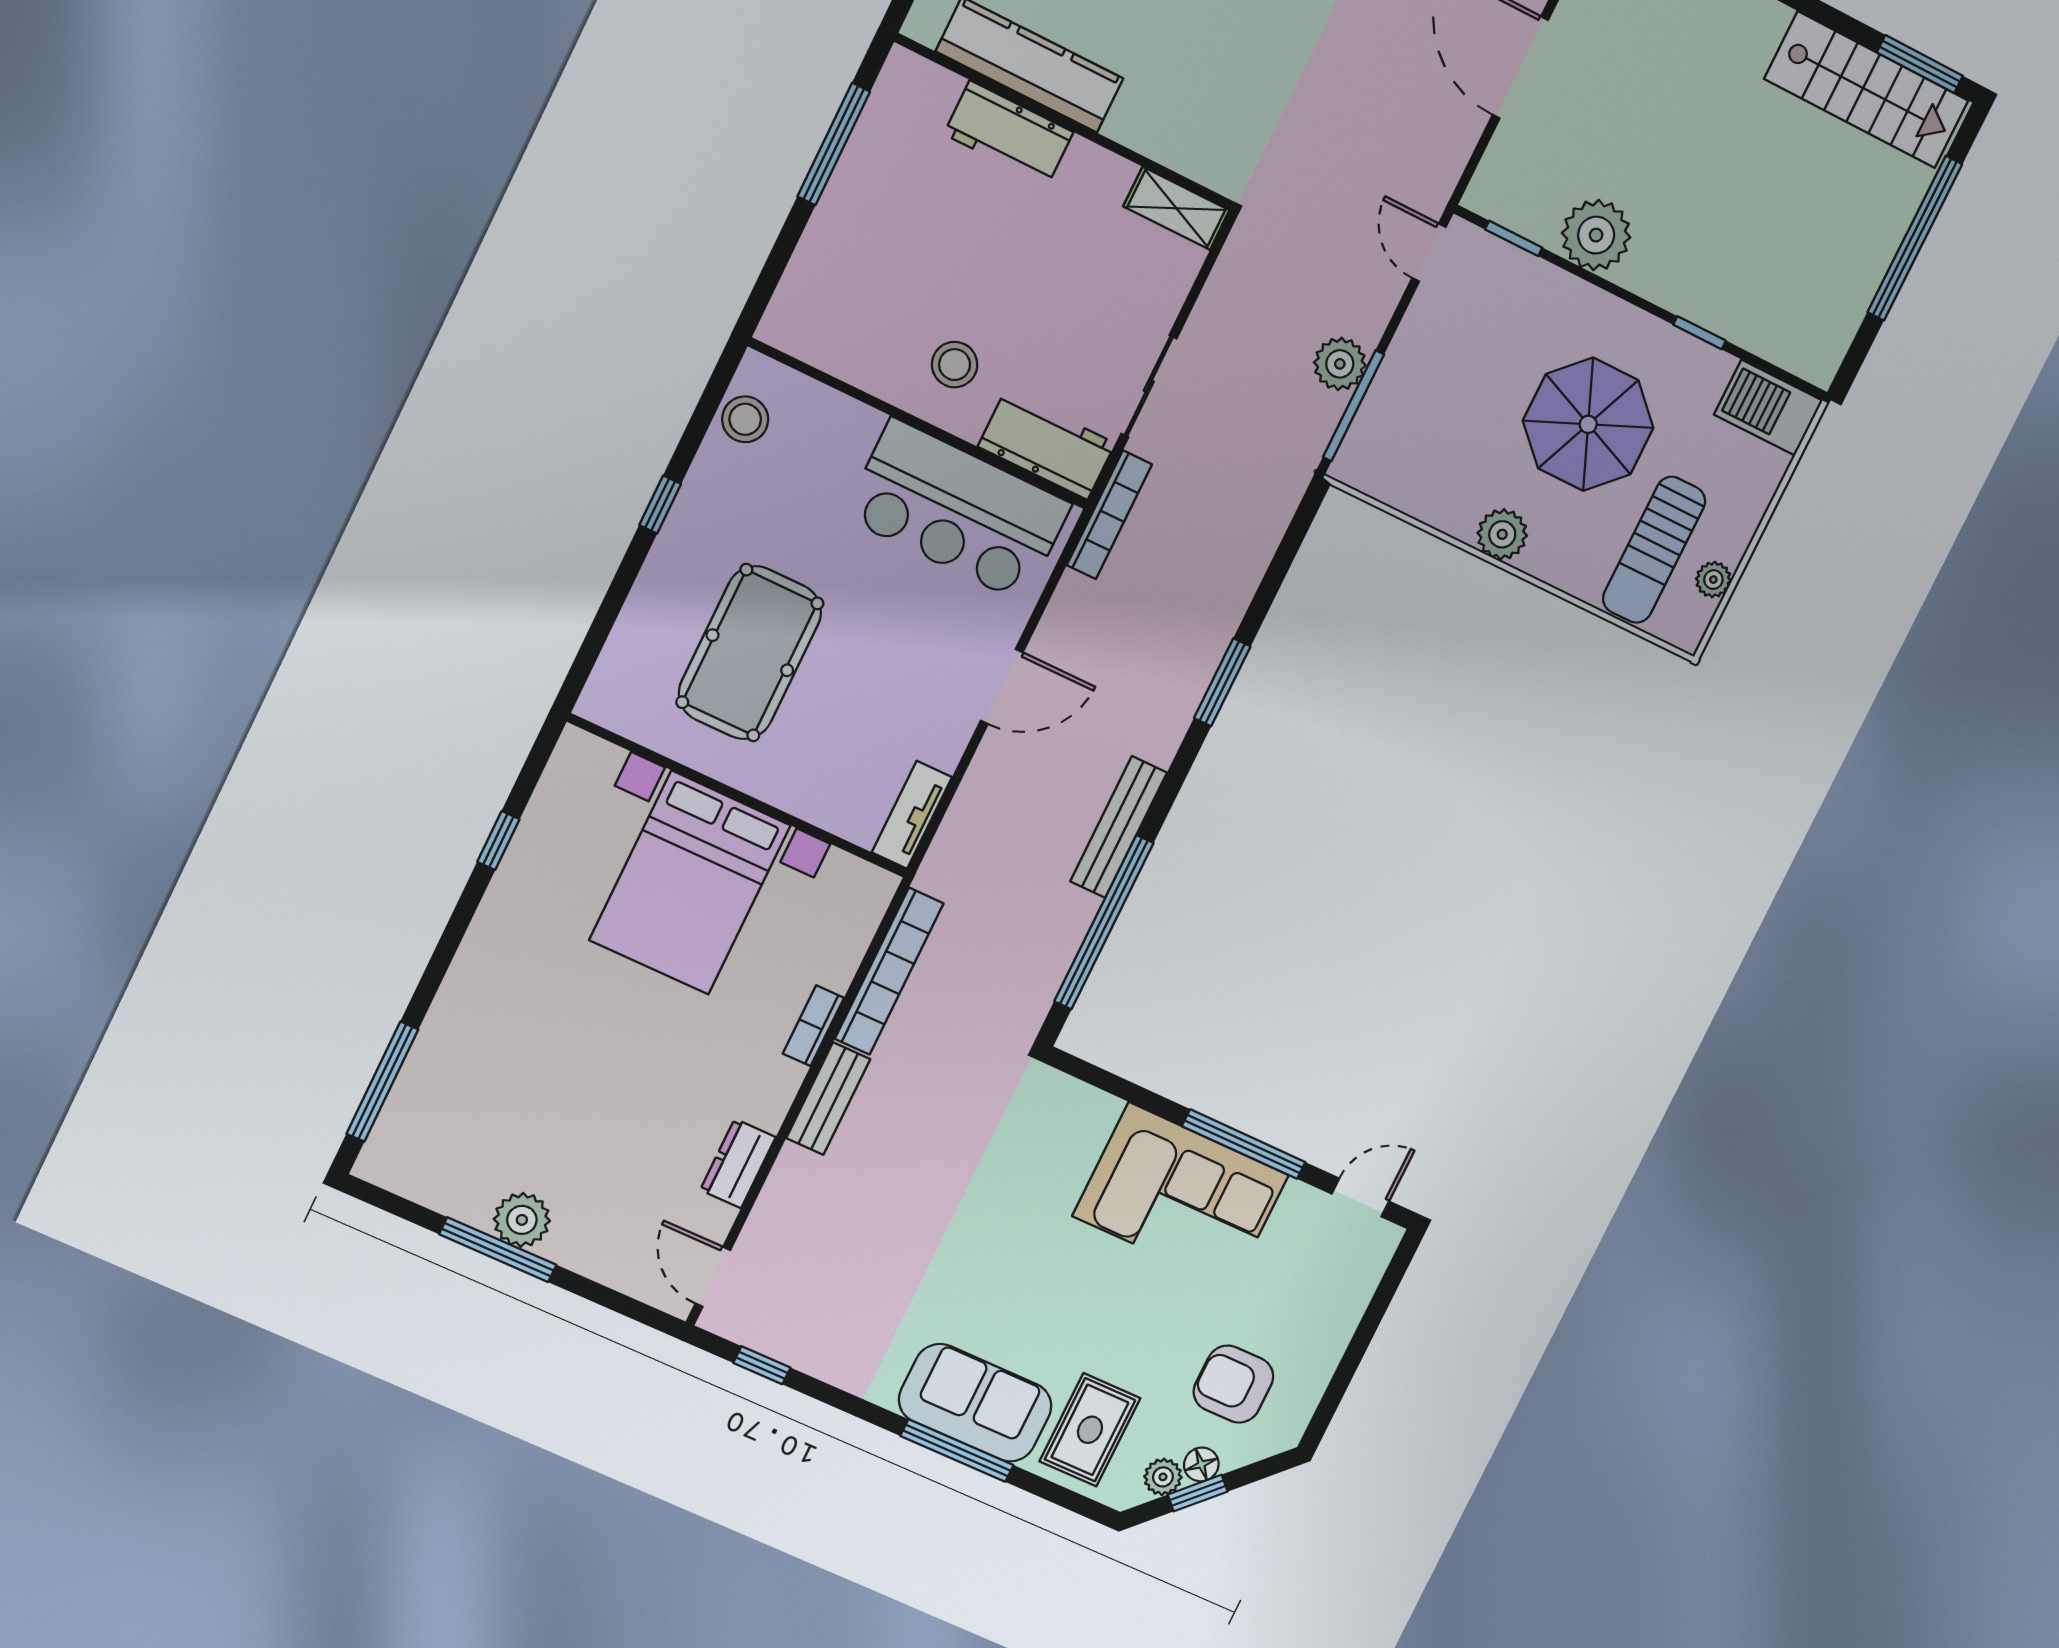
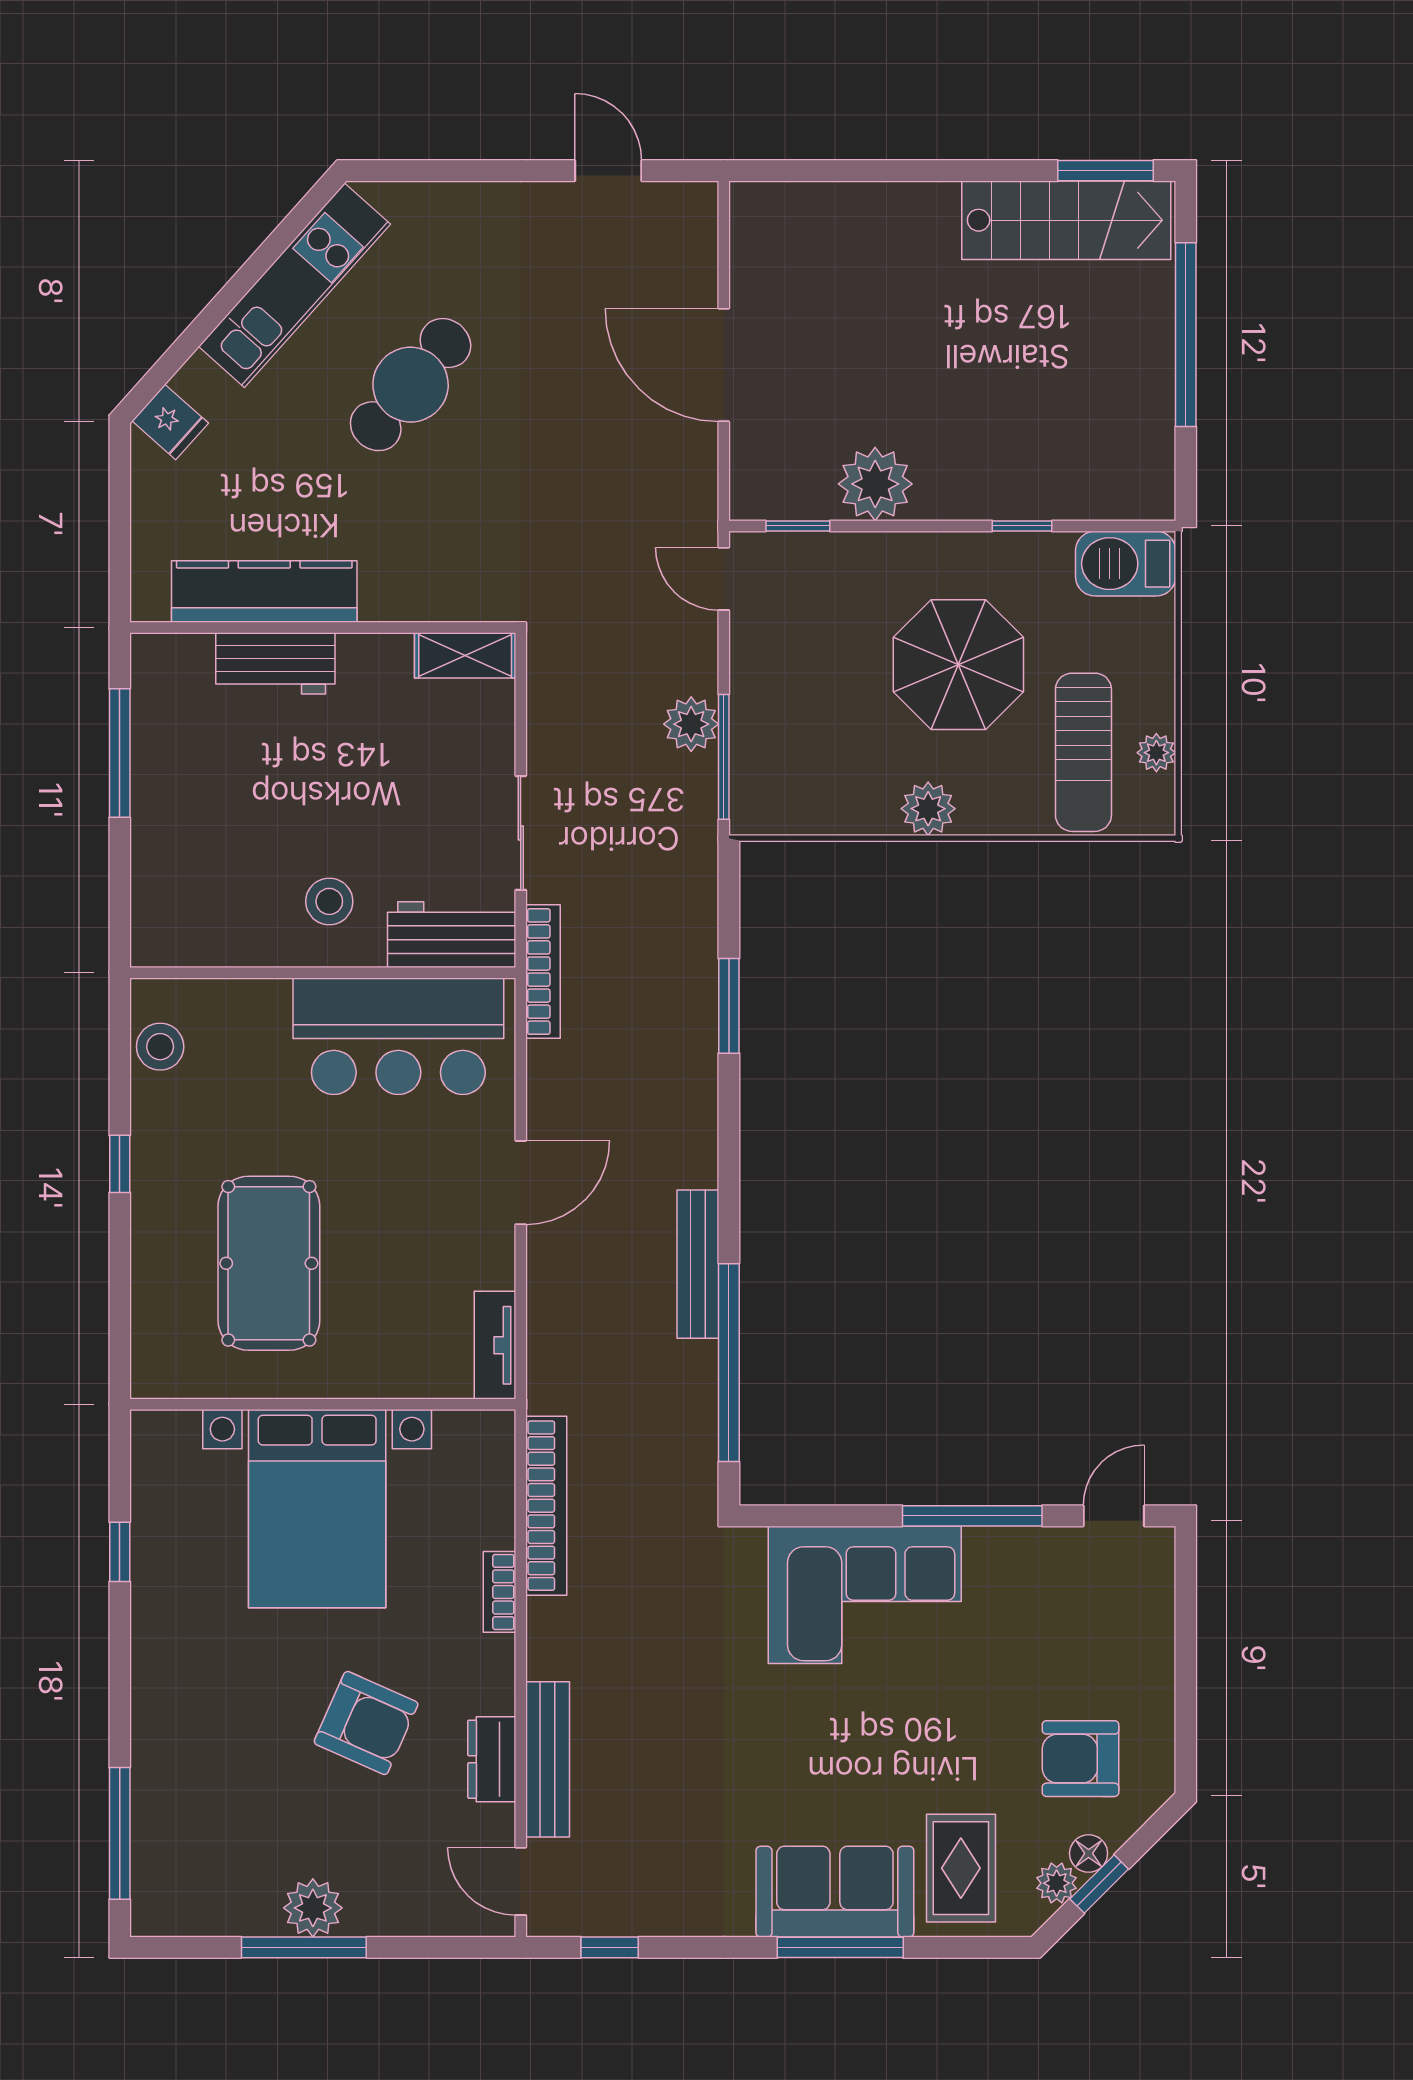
window: (1222, 682) -> (729, 1006), moved
armchair: (644, 1084) -> (366, 1723), added
bench: (828, 1099) -> (548, 1759), moved, width x1.36
corner sofa: (1181, 1195) -> (865, 1595), moved

